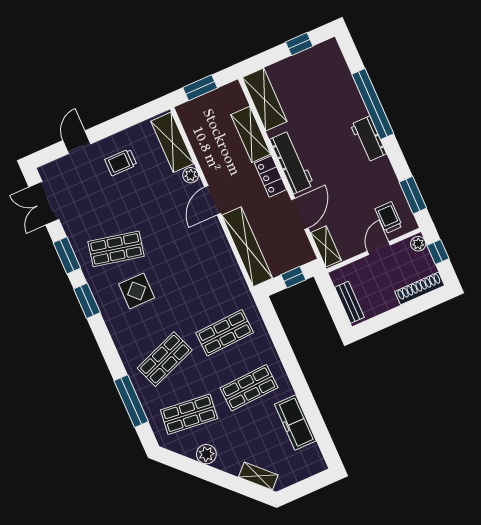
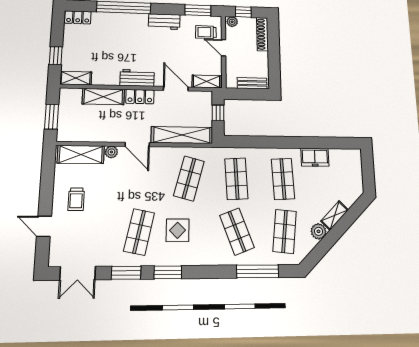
window: (299, 44) -> (56, 56), moved
locker: (334, 56) -> (78, 17), added
shelving: (265, 99) -> (76, 78), width x0.67, depth x0.75
workbench: (368, 139) -> (164, 22), moved
workbench: (292, 162) -> (137, 78), width x0.73
shop shelf: (200, 278) -> (189, 178), added
freezer: (295, 422) -> (315, 157), width x0.71
shelving: (258, 476) -> (335, 215), moved

